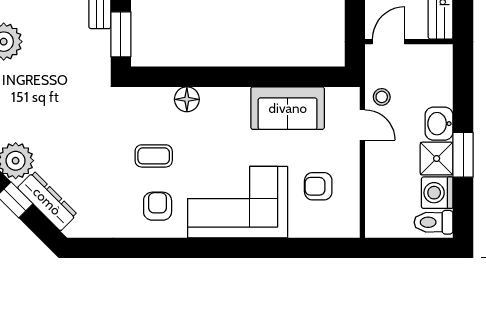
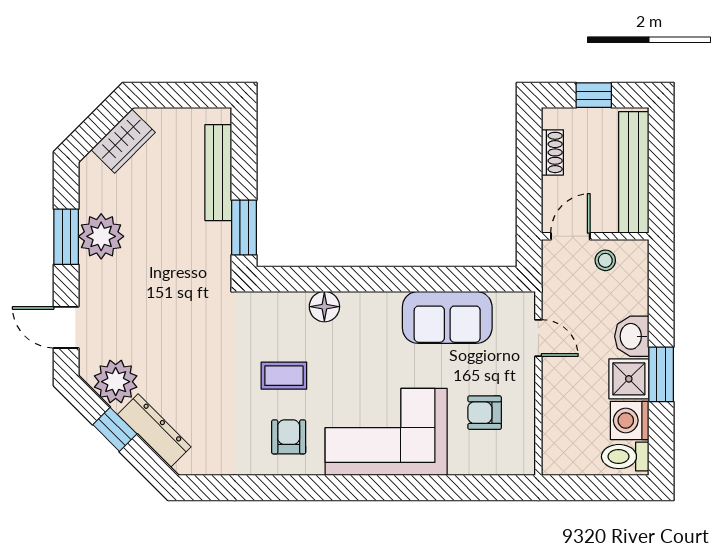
stool: (382, 97) -> (605, 260), moved

